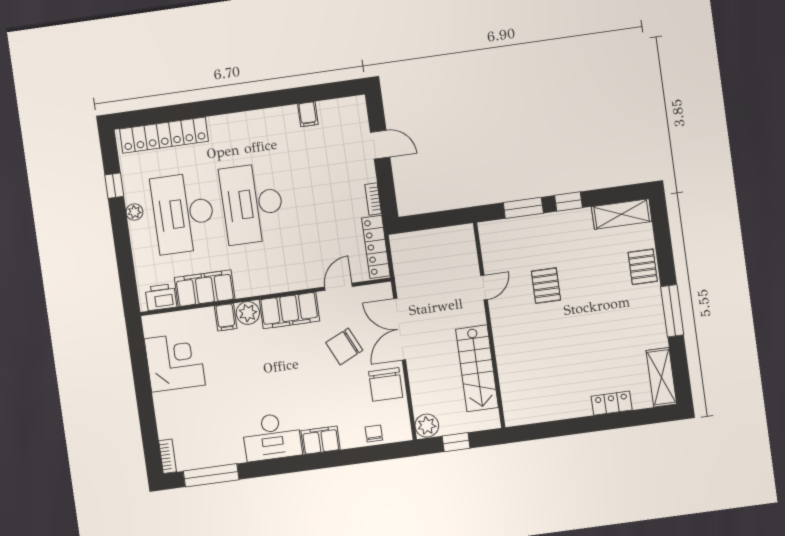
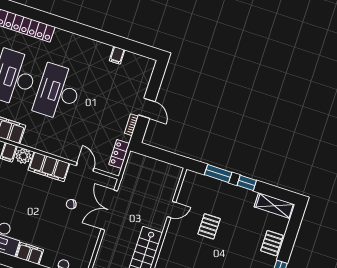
door: (380, 145) -> (147, 108), moved
locker: (376, 247) -> (119, 154), width x0.66
door: (338, 287) -> (85, 167), hinge flipped
chair: (344, 346) -> (71, 204), width x0.54, depth x0.54
chair: (386, 384) -> (85, 239), removed

